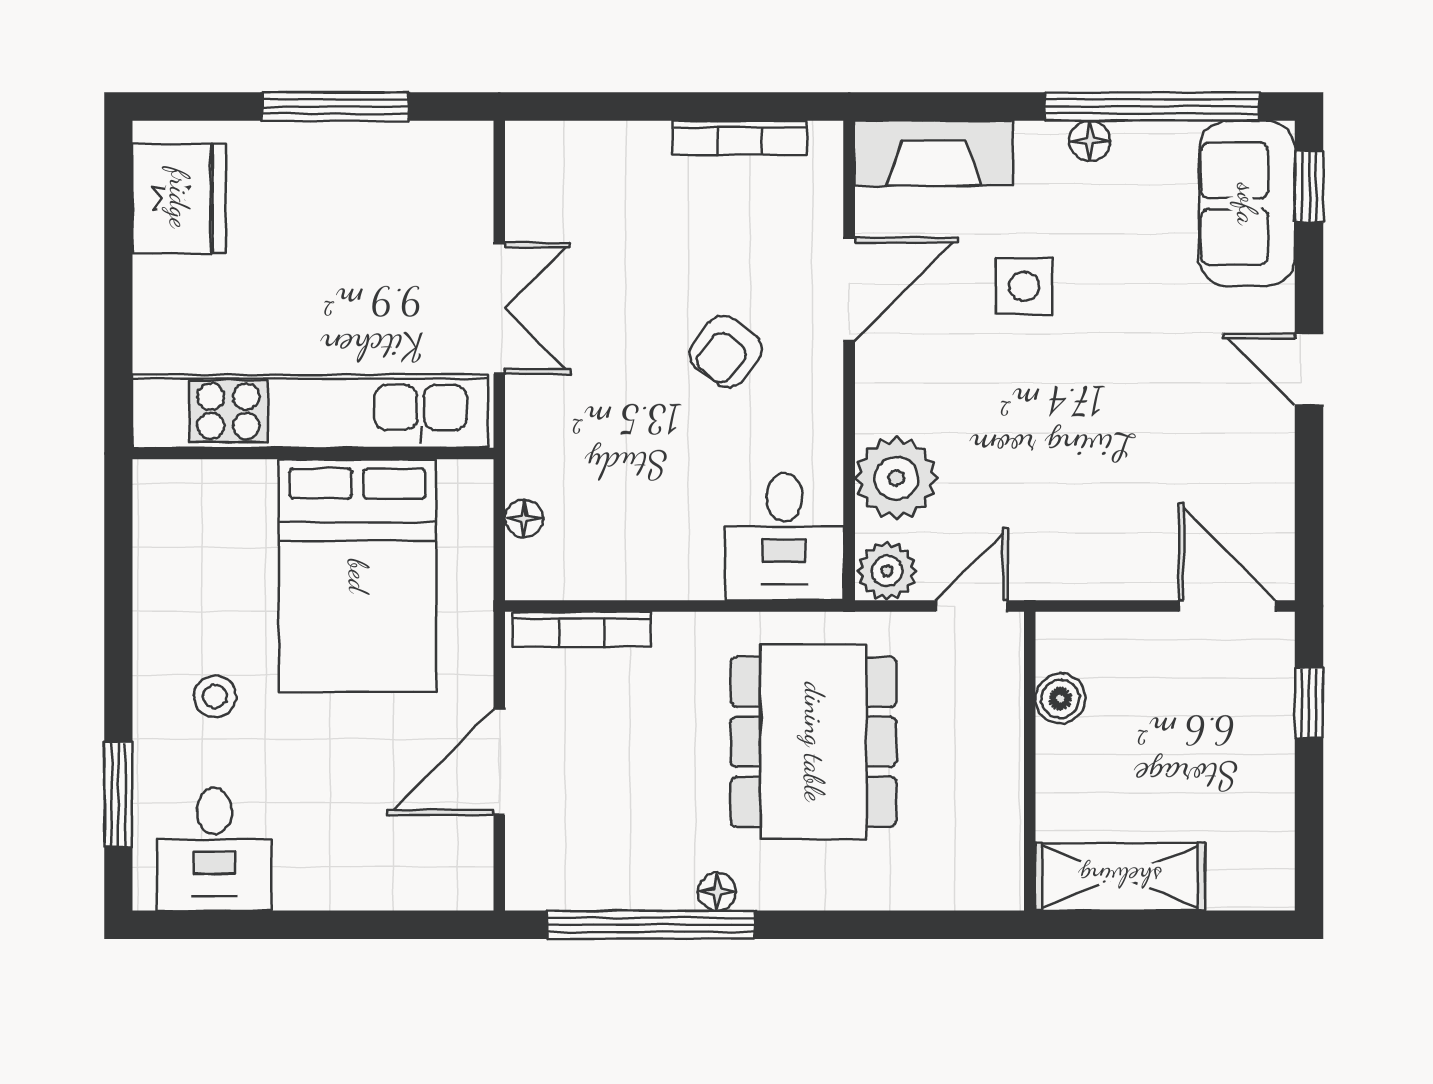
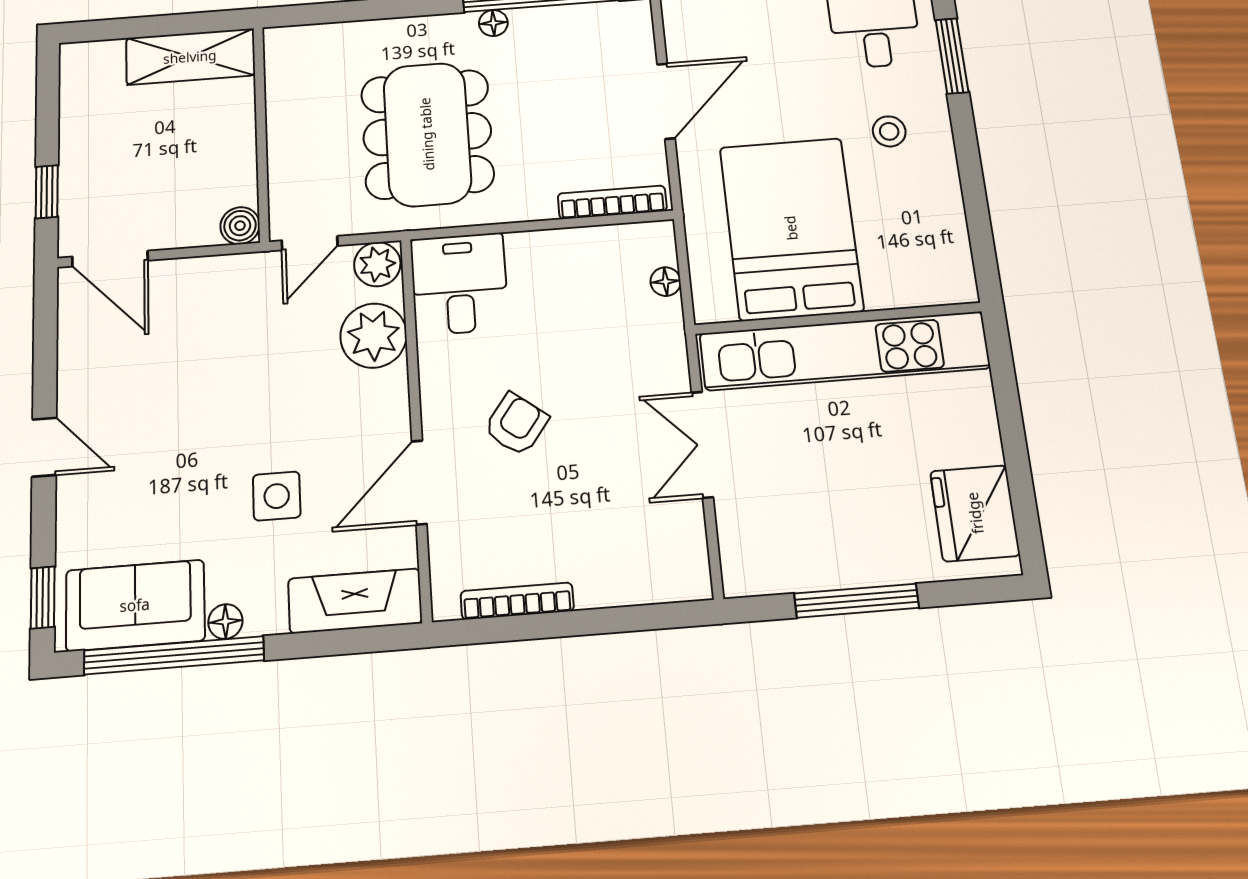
sofa: (1247, 204) -> (135, 605), moved, turned -90
boiler: (1060, 699) -> (240, 226), moved

